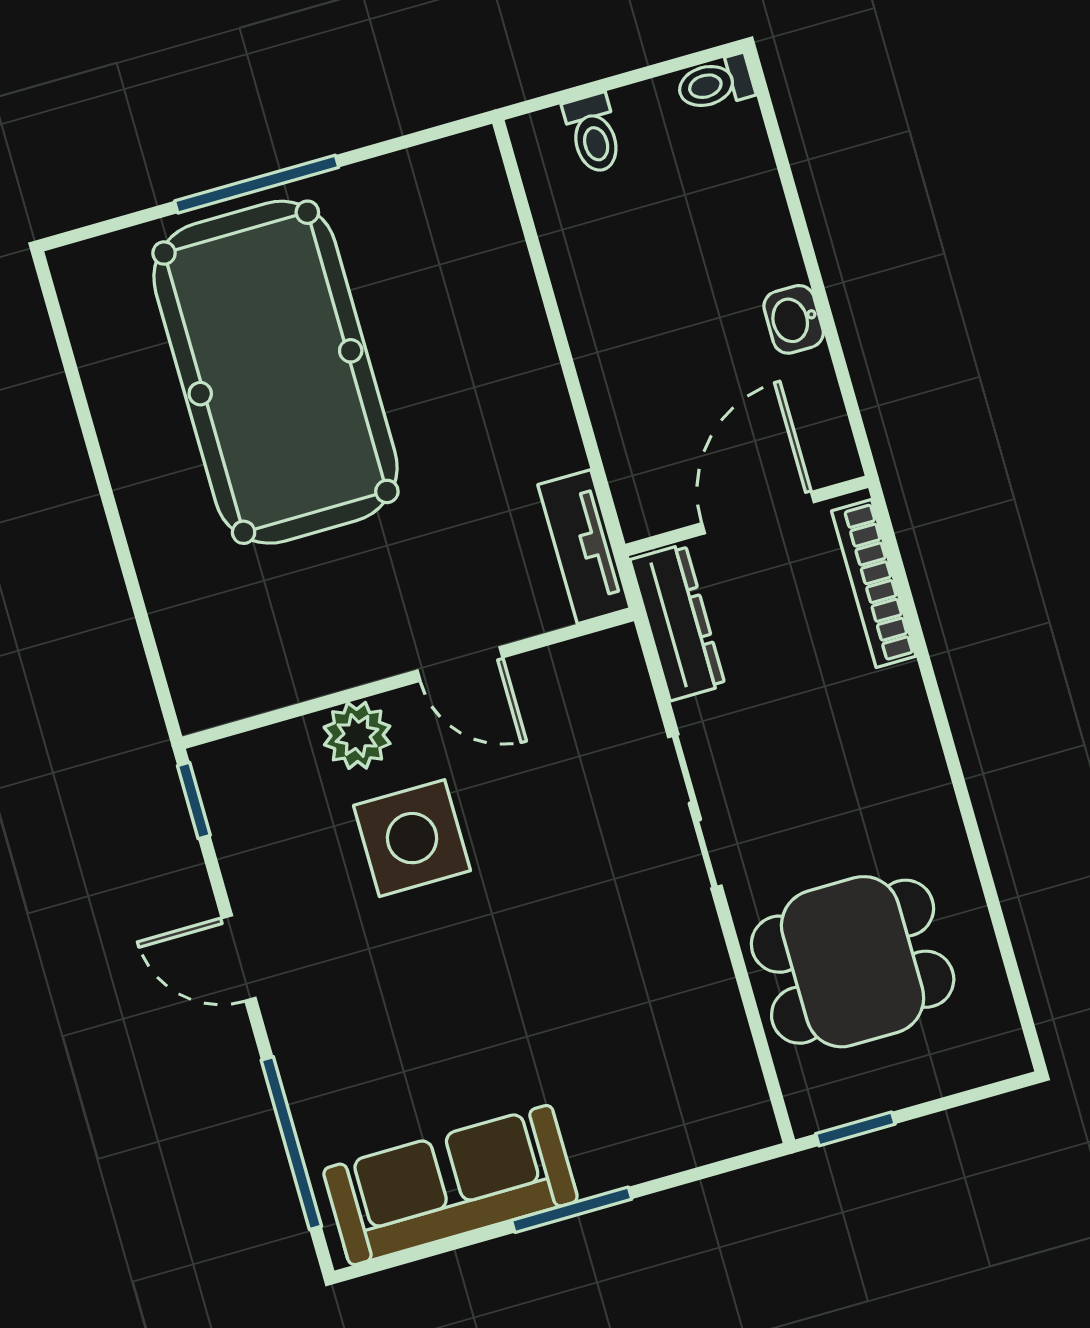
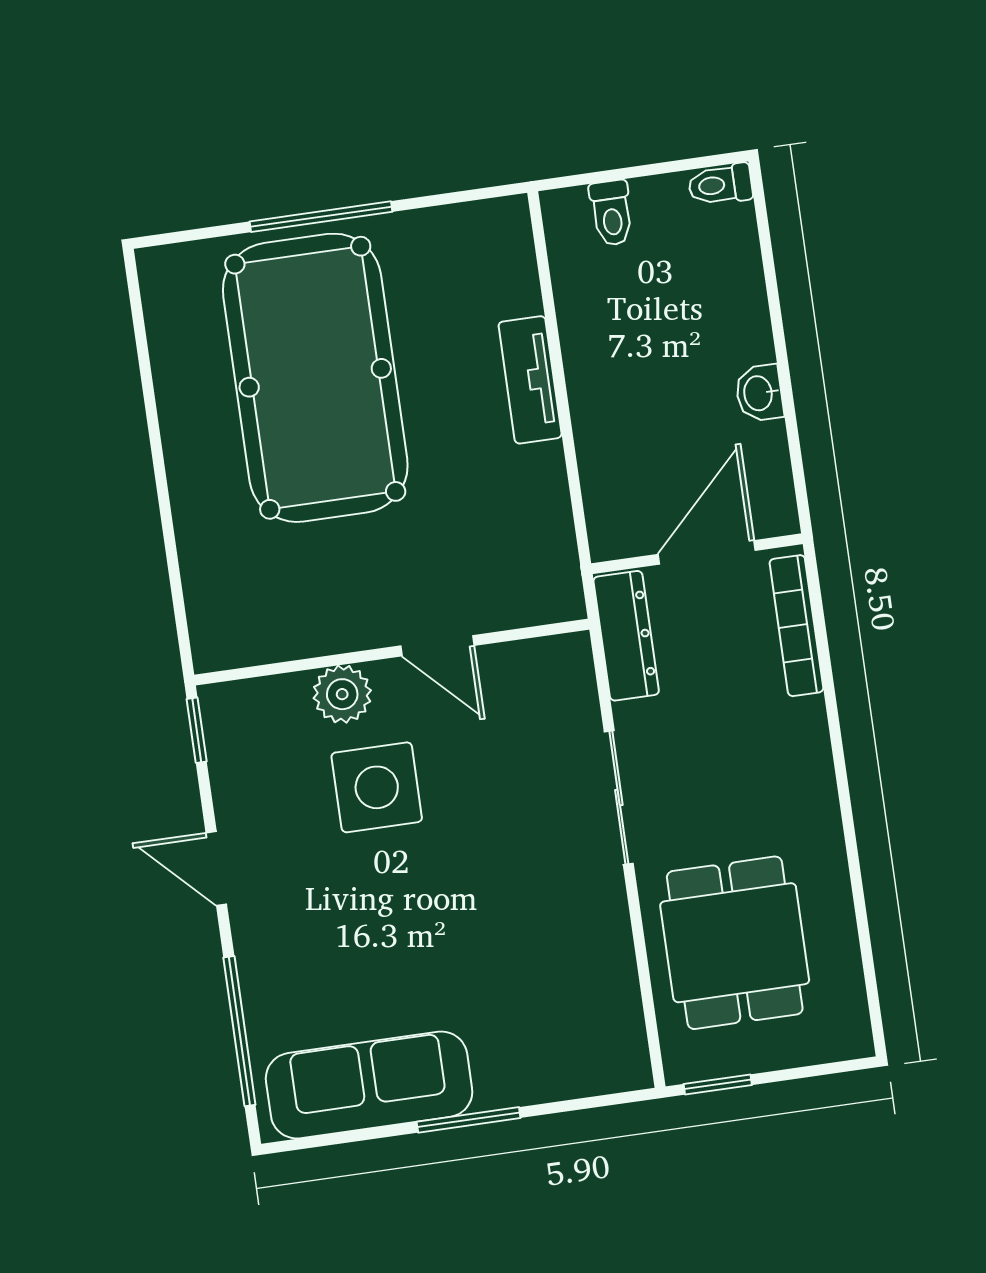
tv unit: (584, 547) -> (530, 380), moved
dining table: (853, 962) -> (735, 943), turned 90

